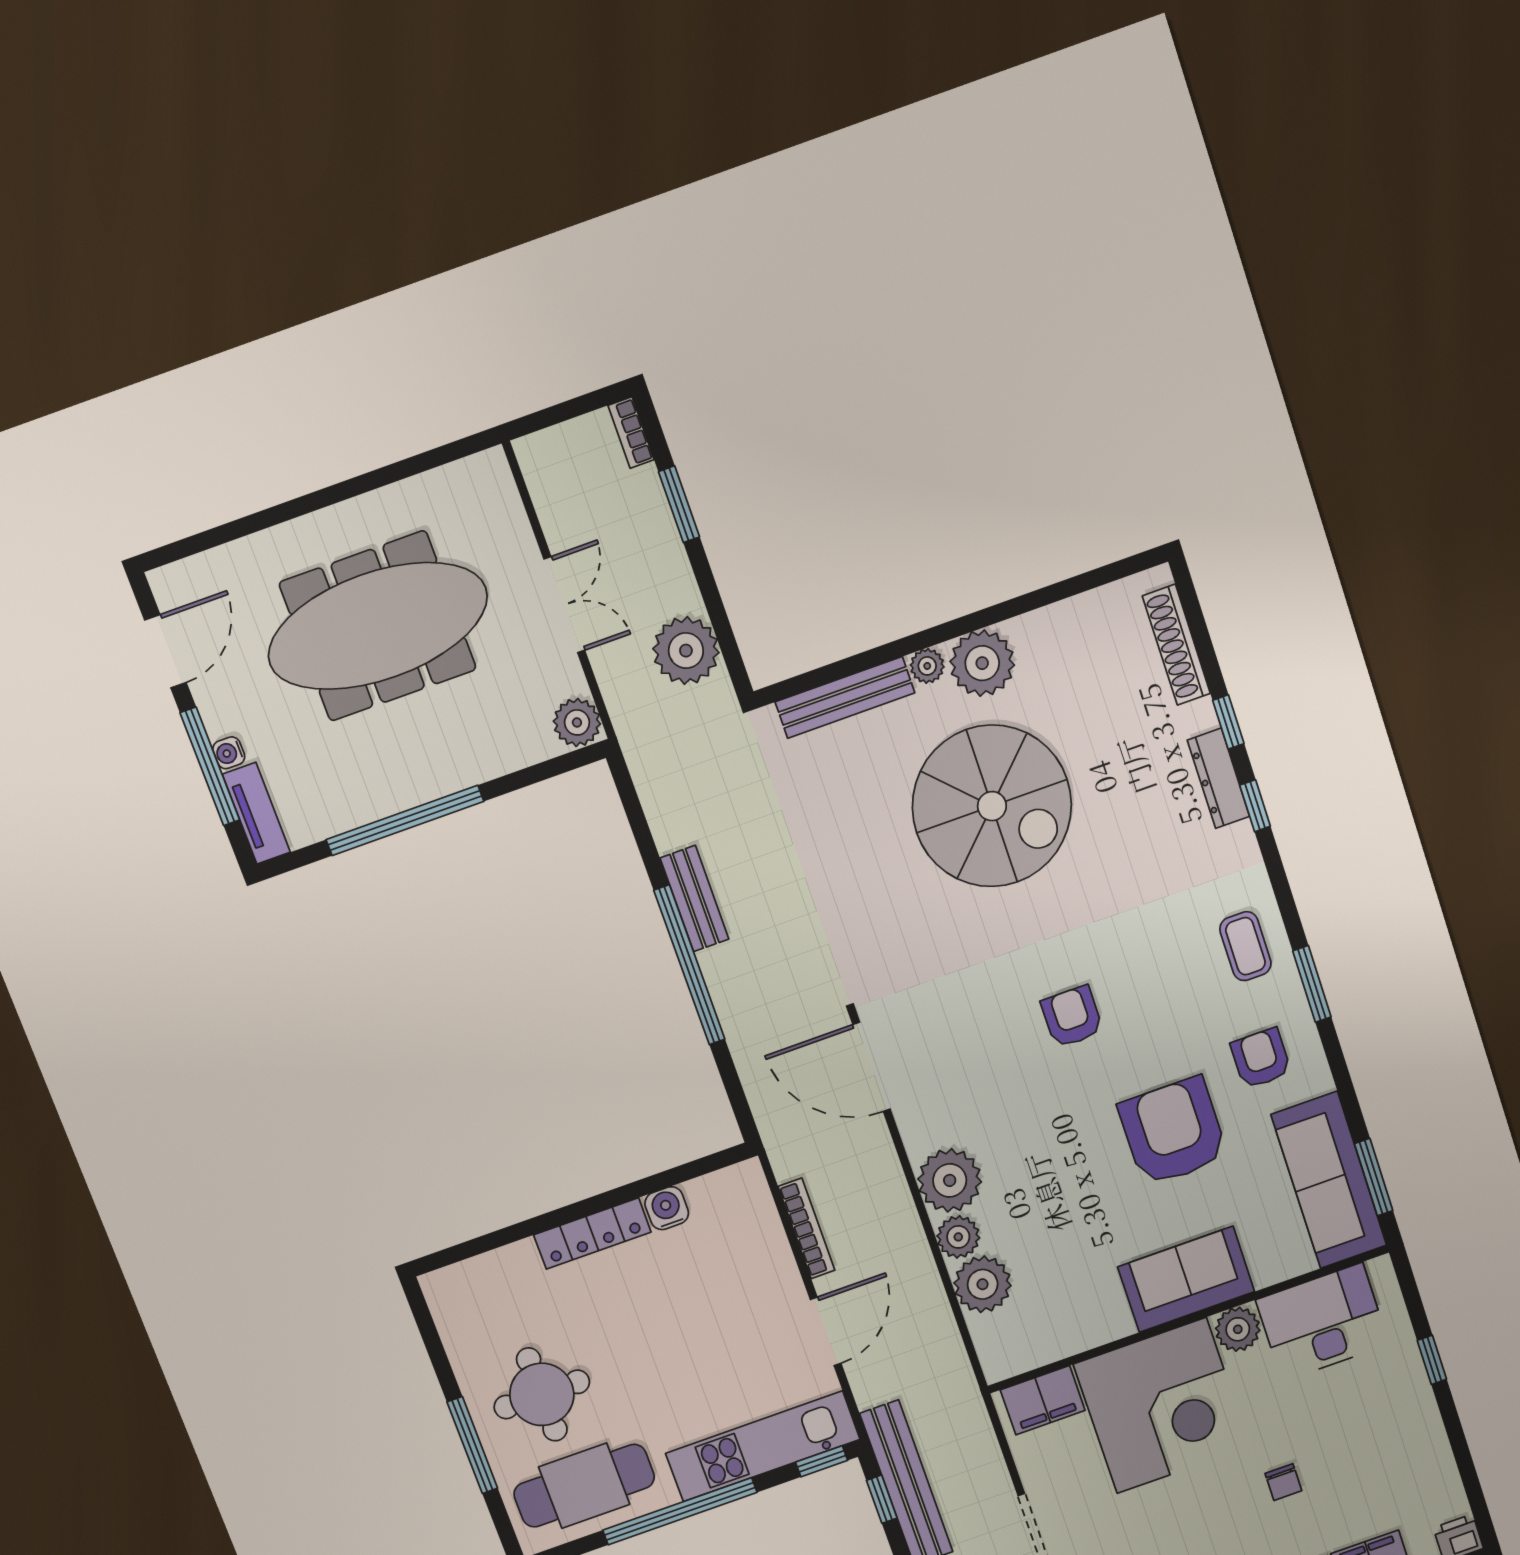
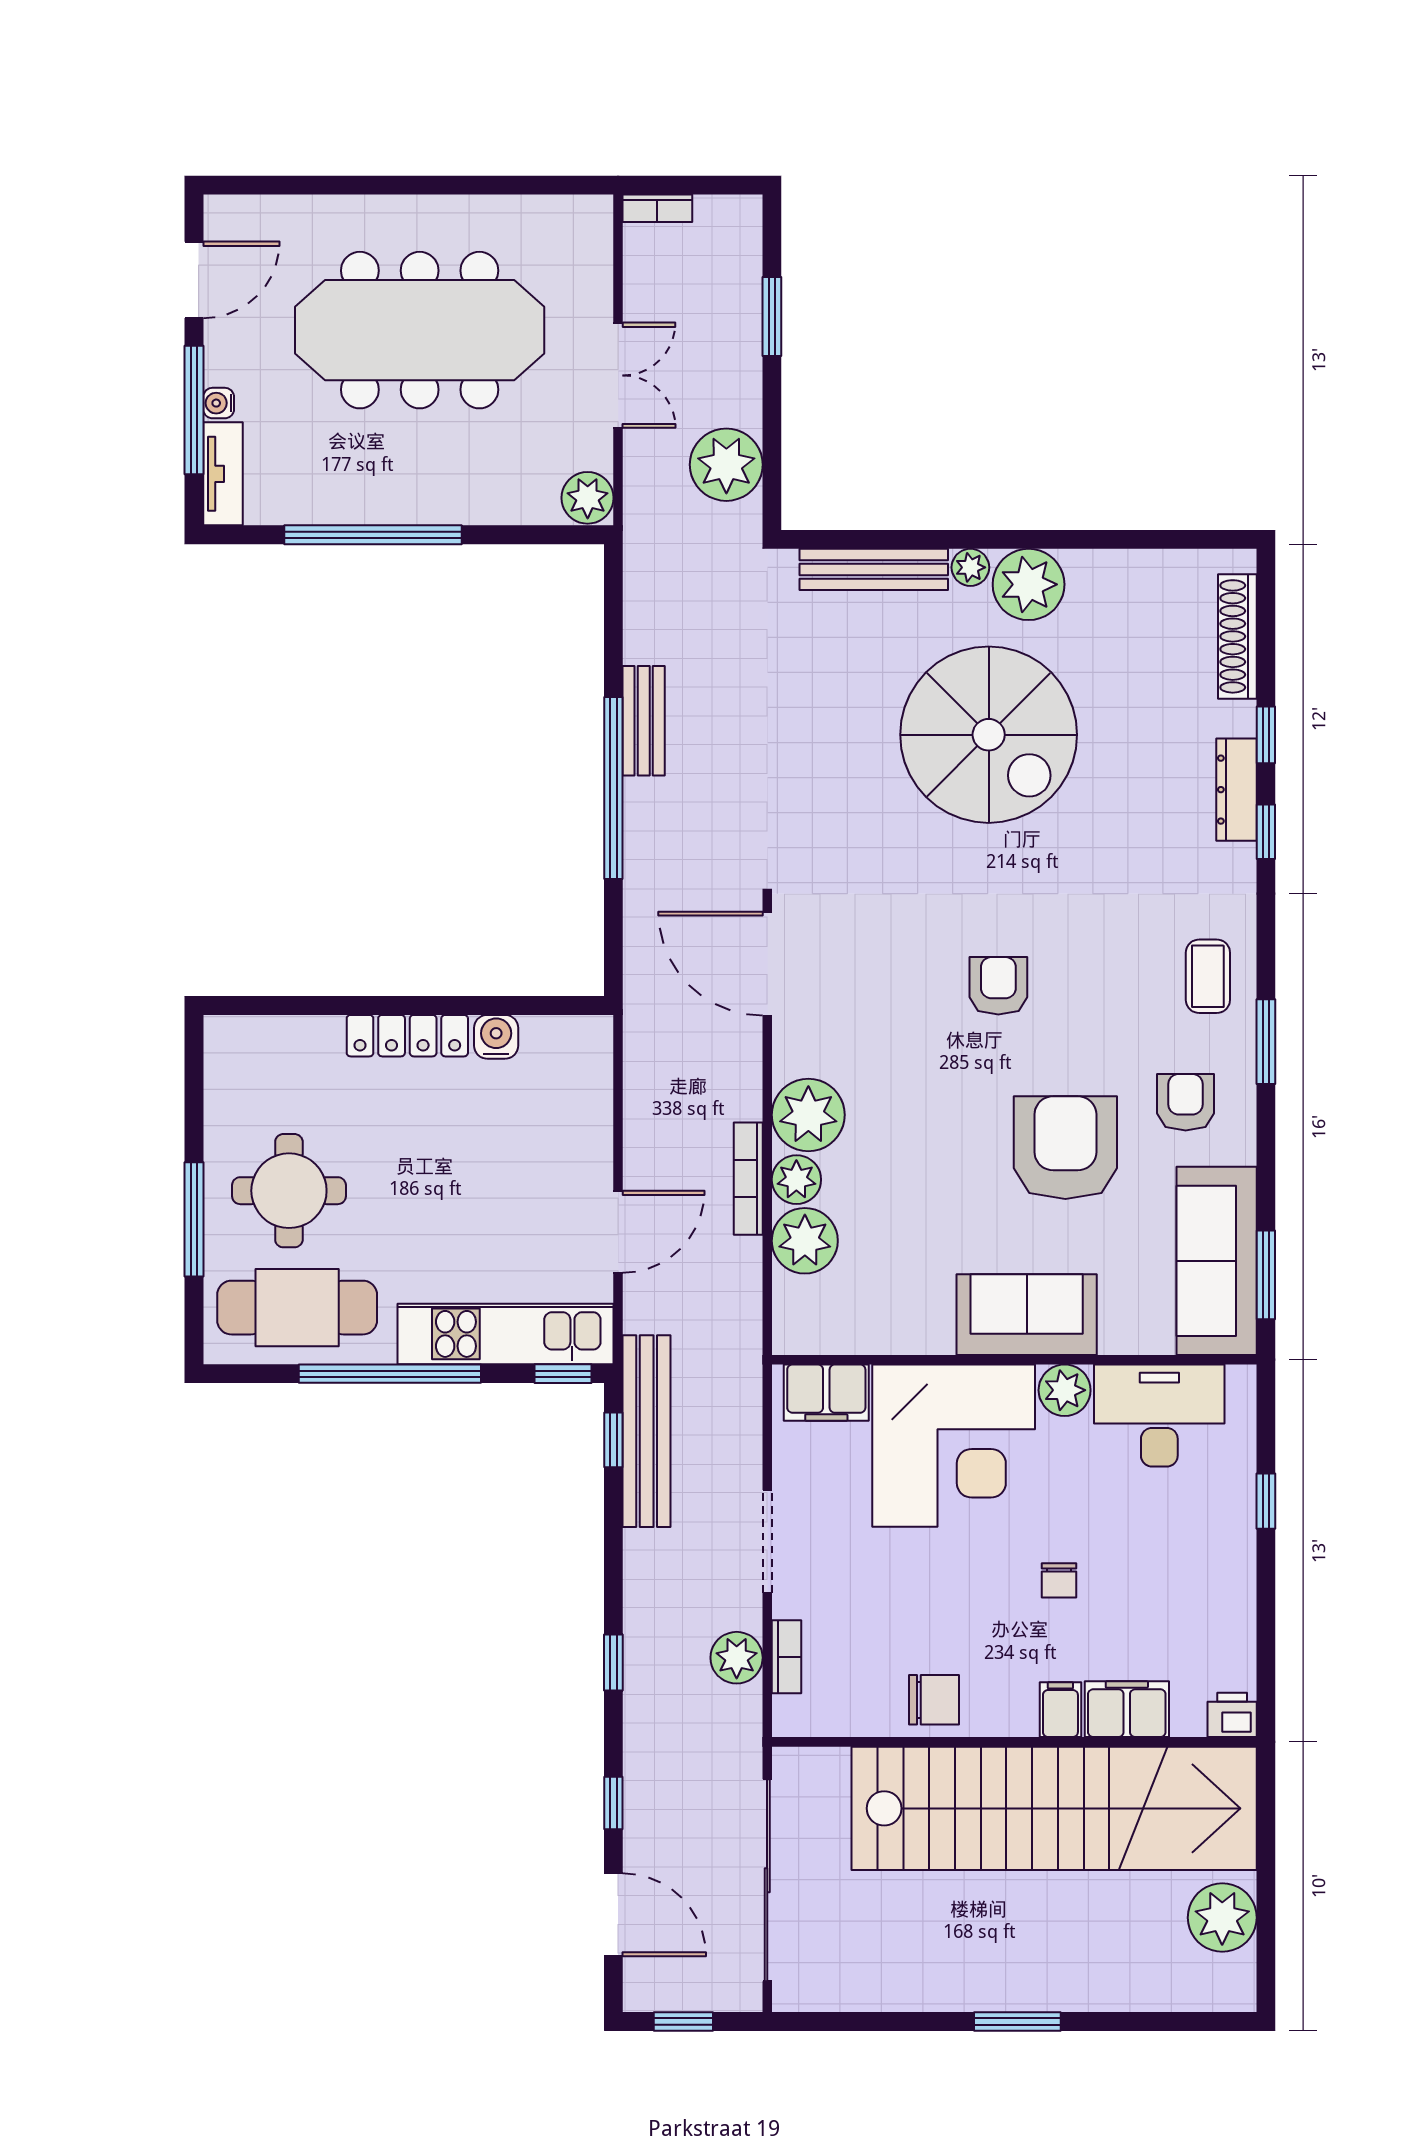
bookcase: (631, 433) -> (657, 208), moved, turned -90
bookcase: (806, 1228) -> (748, 1179), moved, turned 180

